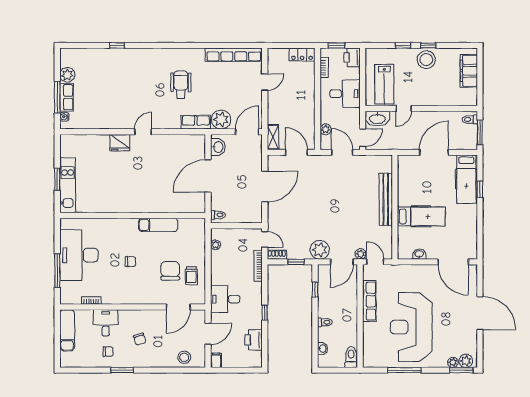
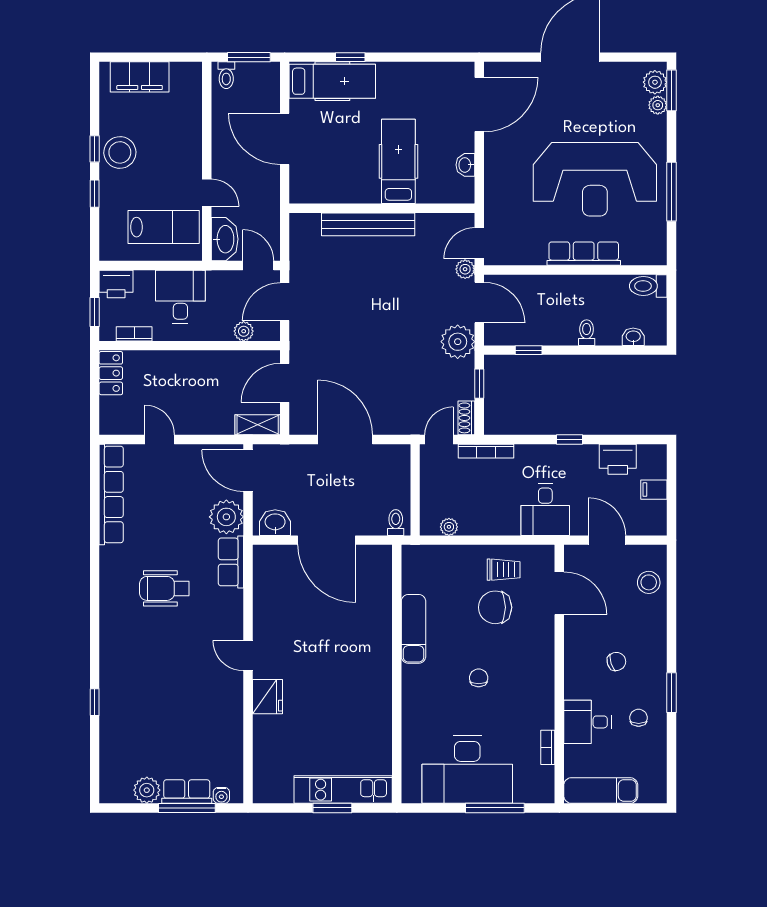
row of seats: (369, 301) -> (584, 254), moved
filing cabinet: (216, 360) -> (654, 490), moved

